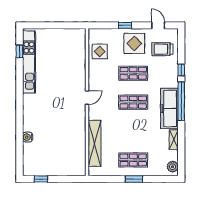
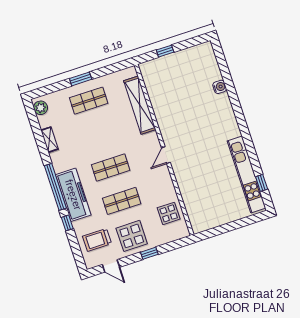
trolley: (162, 49) -> (97, 240), turned 180
freezer: (169, 108) -> (73, 195), moved
window: (41, 179) -> (165, 51), moved

